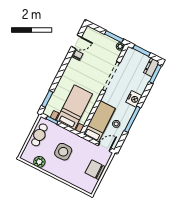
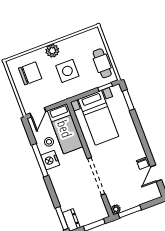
nightstand: (134, 99) -> (50, 160), moved
plant: (39, 162) -> (52, 51), moved
chair: (95, 170) -> (30, 73), moved

